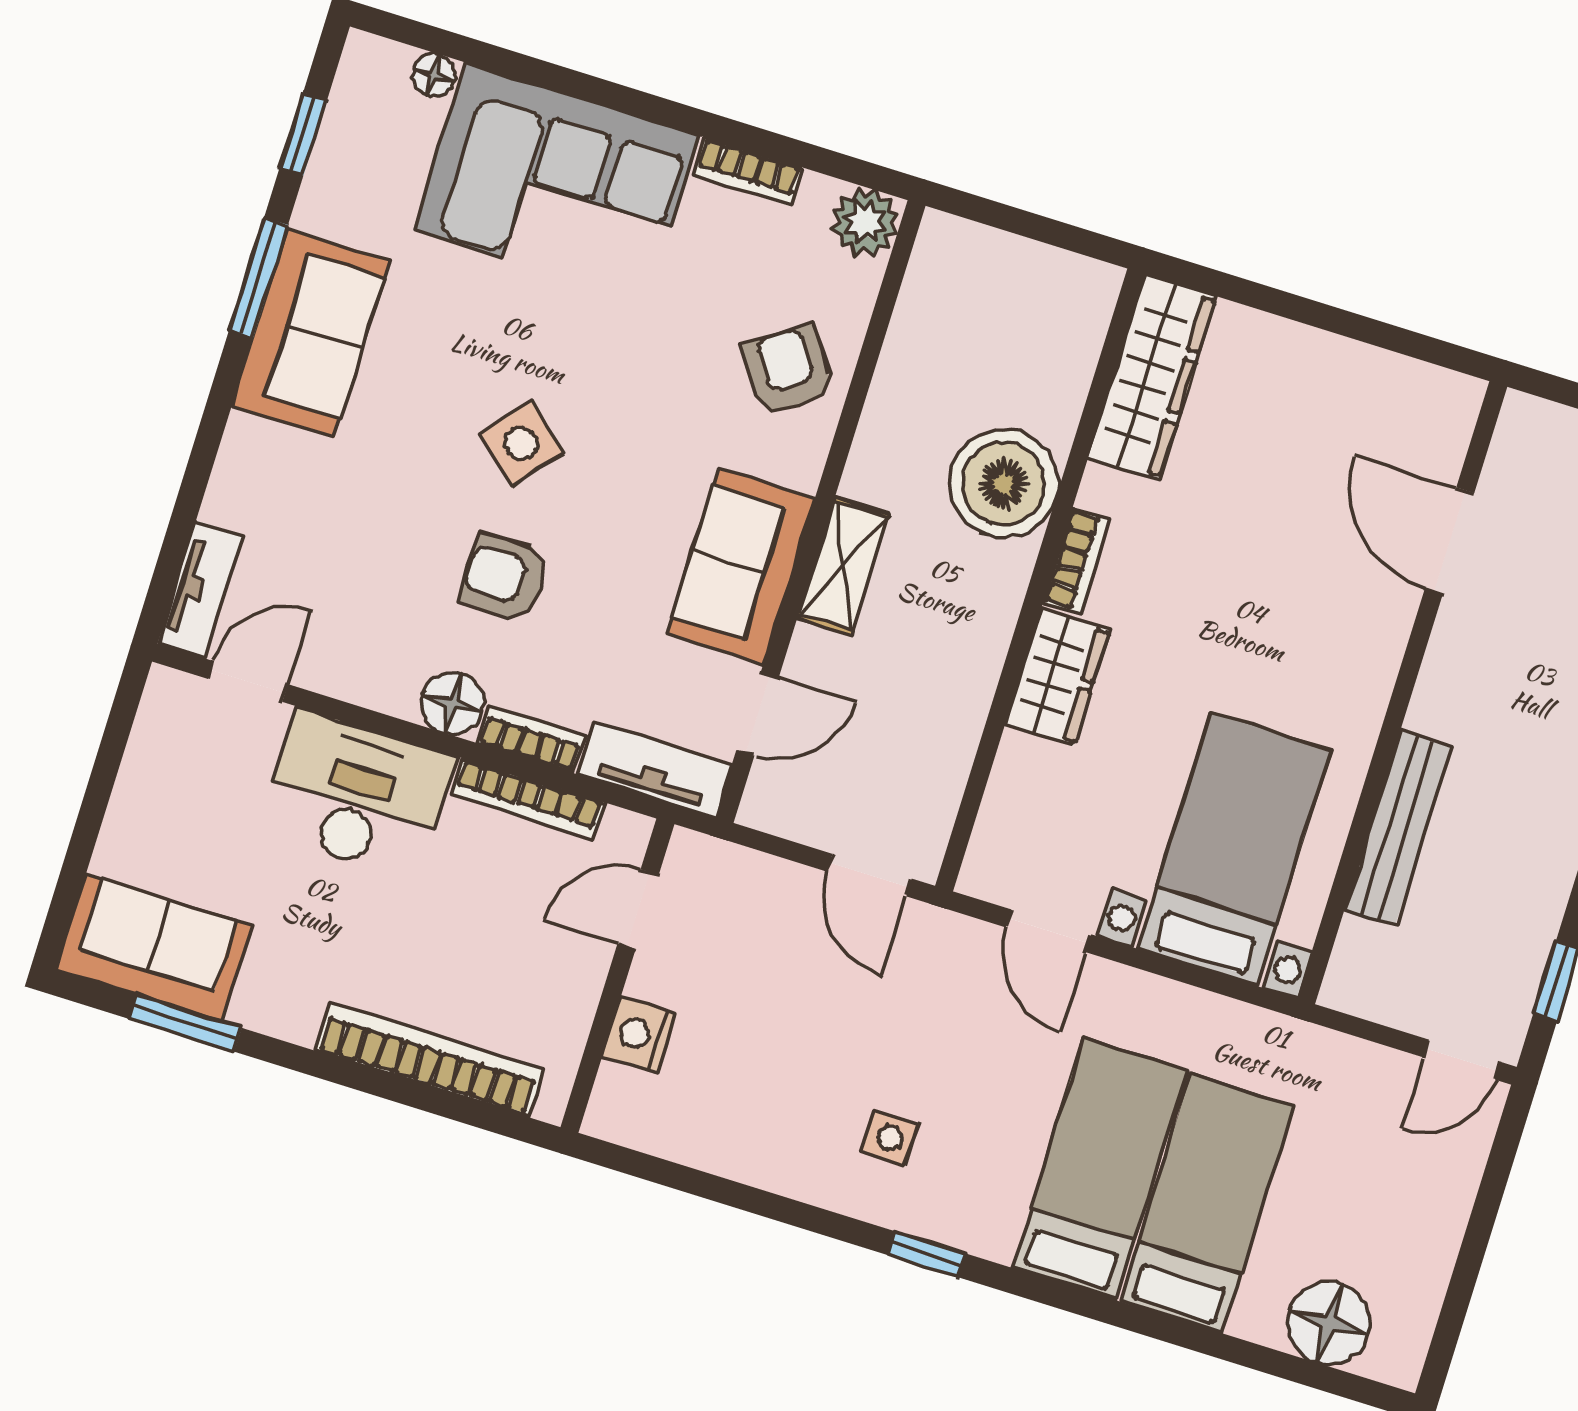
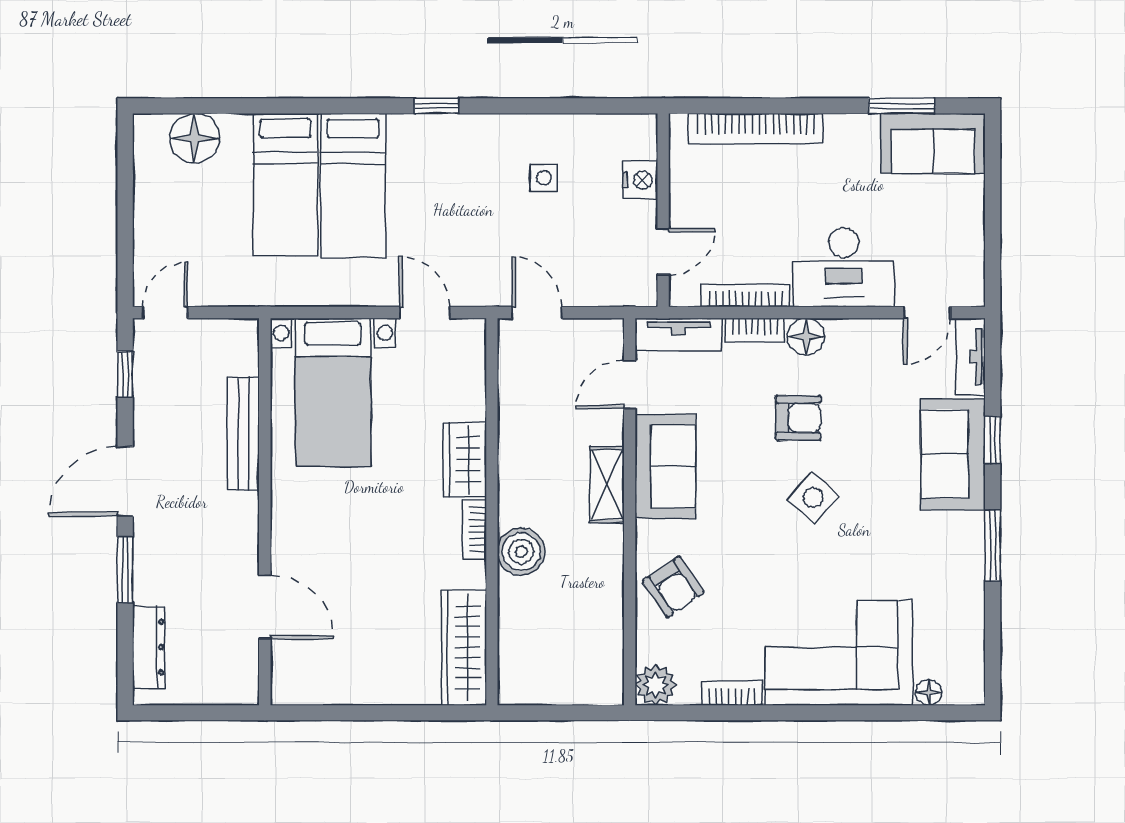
window: (303, 134) -> (993, 440), moved
sofa: (311, 333) -> (953, 454), moved
boiler: (1004, 484) -> (521, 552), width x0.73, depth x0.73
side table: (889, 1138) -> (544, 178), moved

